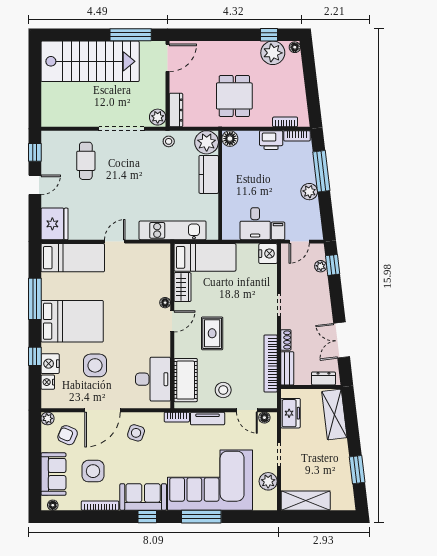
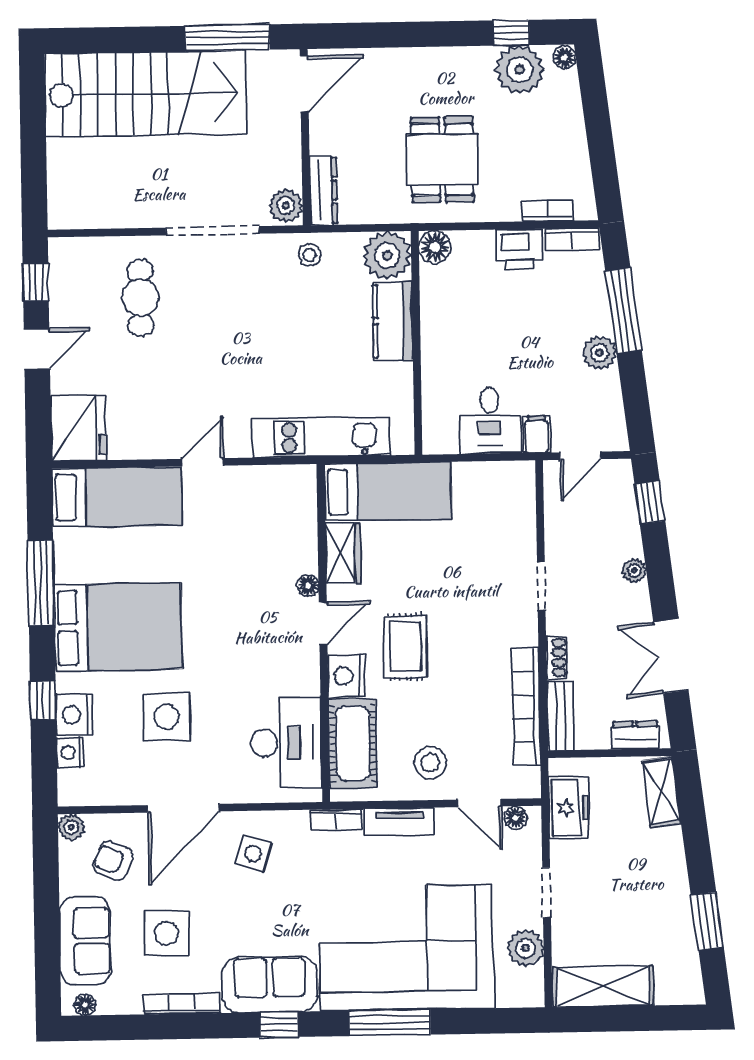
nightstand: (268, 254) -> (346, 676), moved, turned 180
plant: (321, 266) -> (634, 571), moved
shelving: (334, 415) -> (662, 792), width x0.67, depth x0.75

